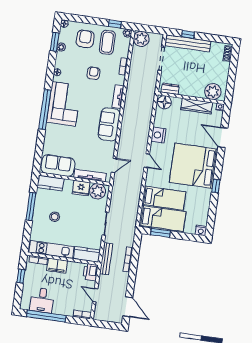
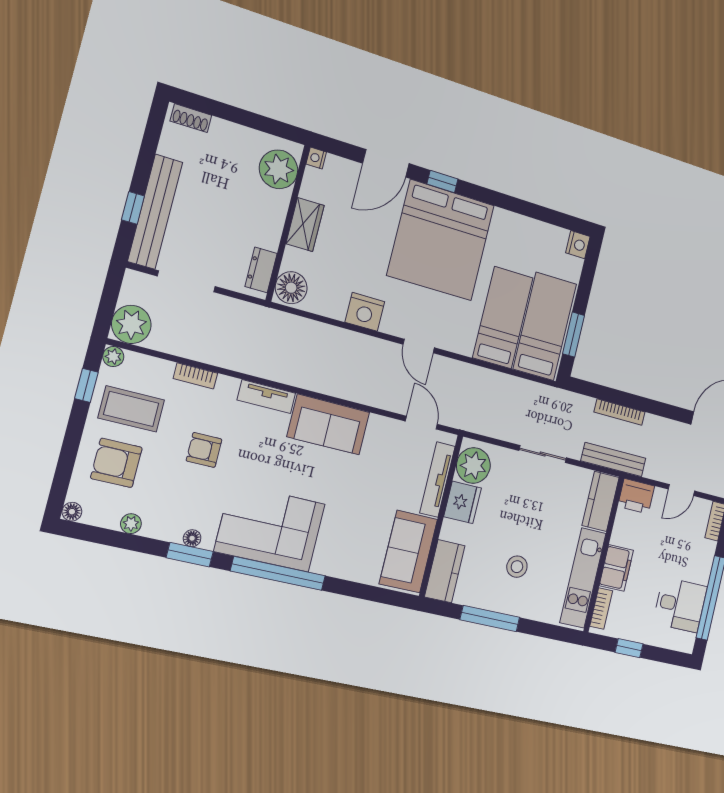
window: (55, 42) -> (190, 555), moved
wardrobe: (197, 106) -> (305, 225), width x0.67
door: (147, 161) -> (419, 346), swing flipped
window: (216, 186) -> (442, 182), moved

